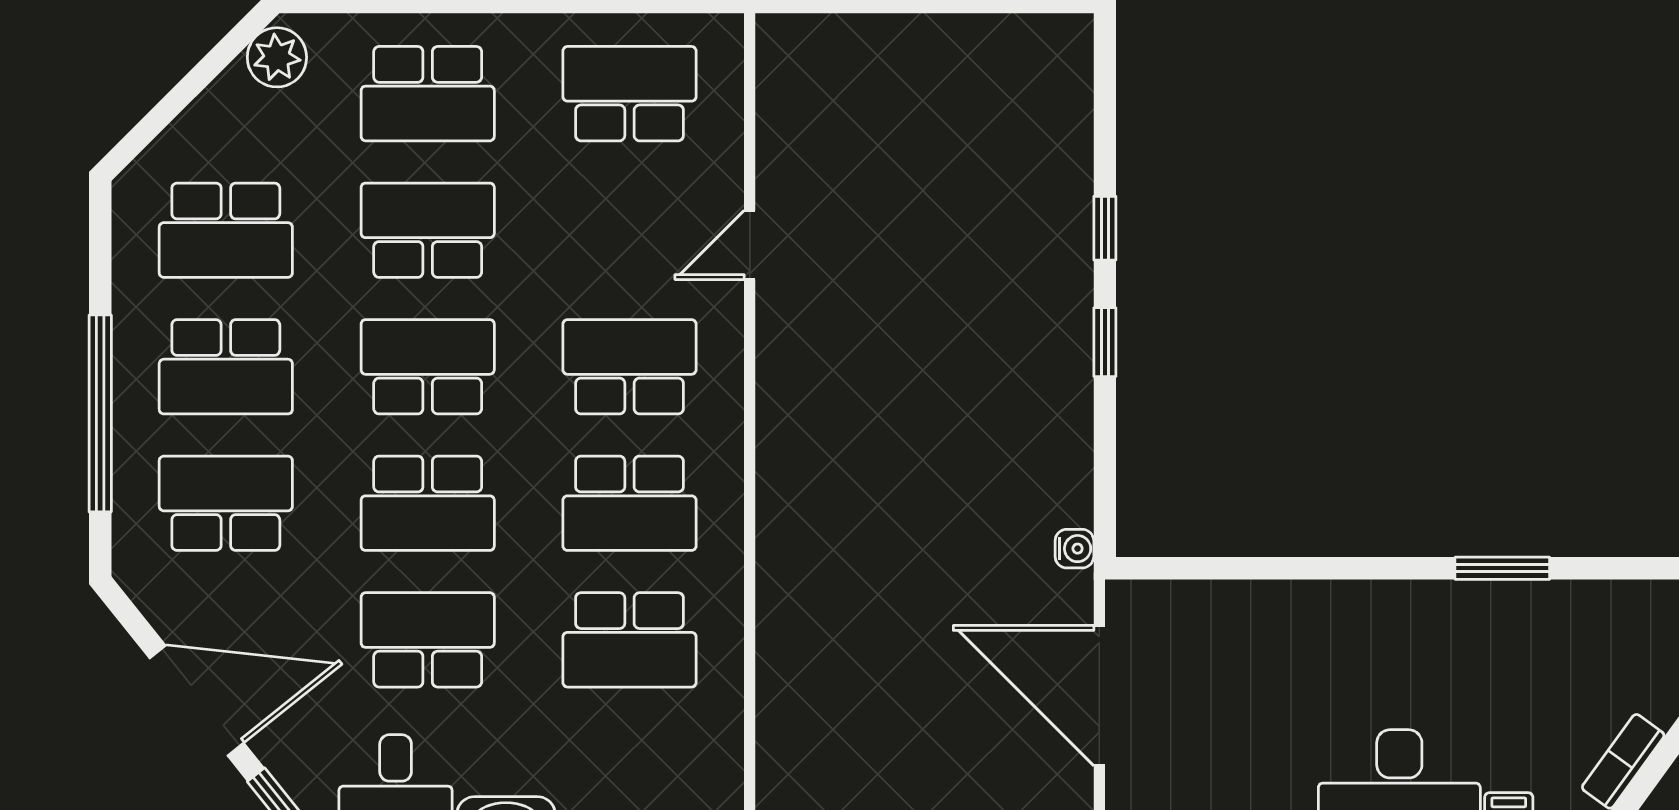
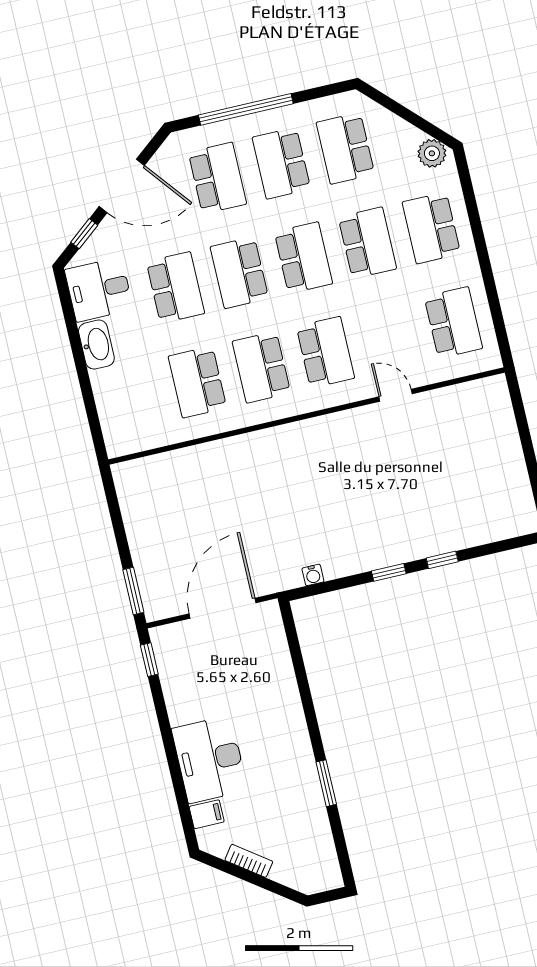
water cooler: (1074, 549) -> (313, 575), moved
door: (197, 701) -> (122, 186), hinge flipped

